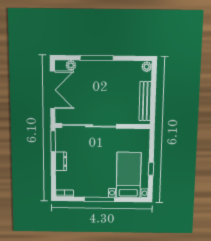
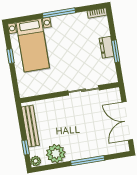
plant: (71, 65) -> (56, 154), moved, width x1.88, depth x1.88
window: (154, 82) -> (26, 148), added
sliding door: (89, 126) -> (84, 90), width x0.54
window: (53, 141) -> (116, 51), moved

